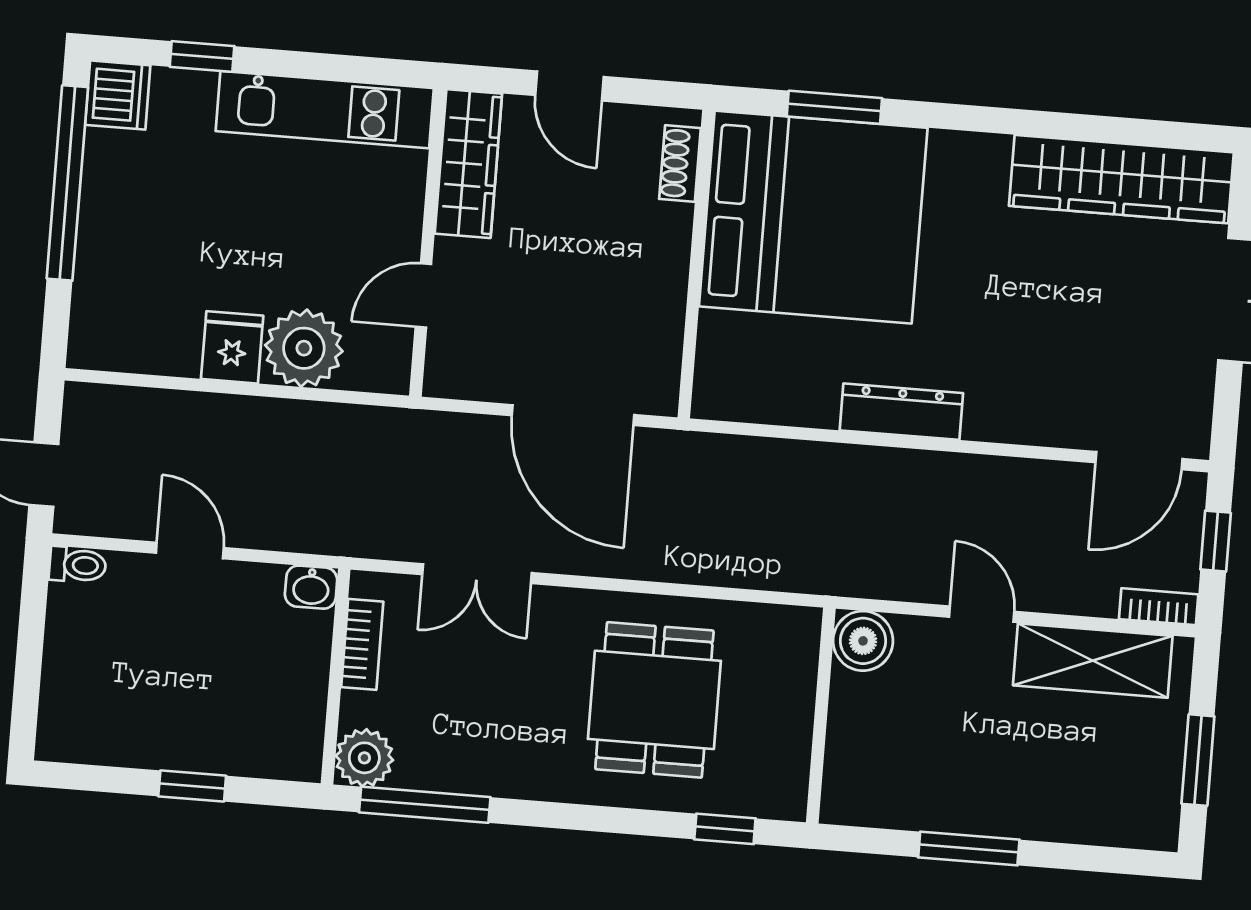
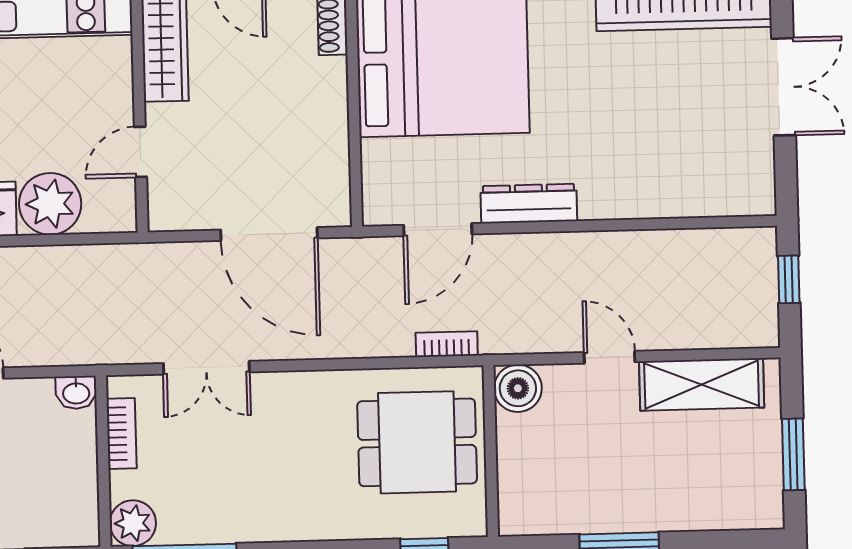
door: (1139, 461) -> (438, 230), moved
bookcase: (1159, 607) -> (447, 344), moved
dining table: (654, 700) -> (417, 442), moved, turned 90

